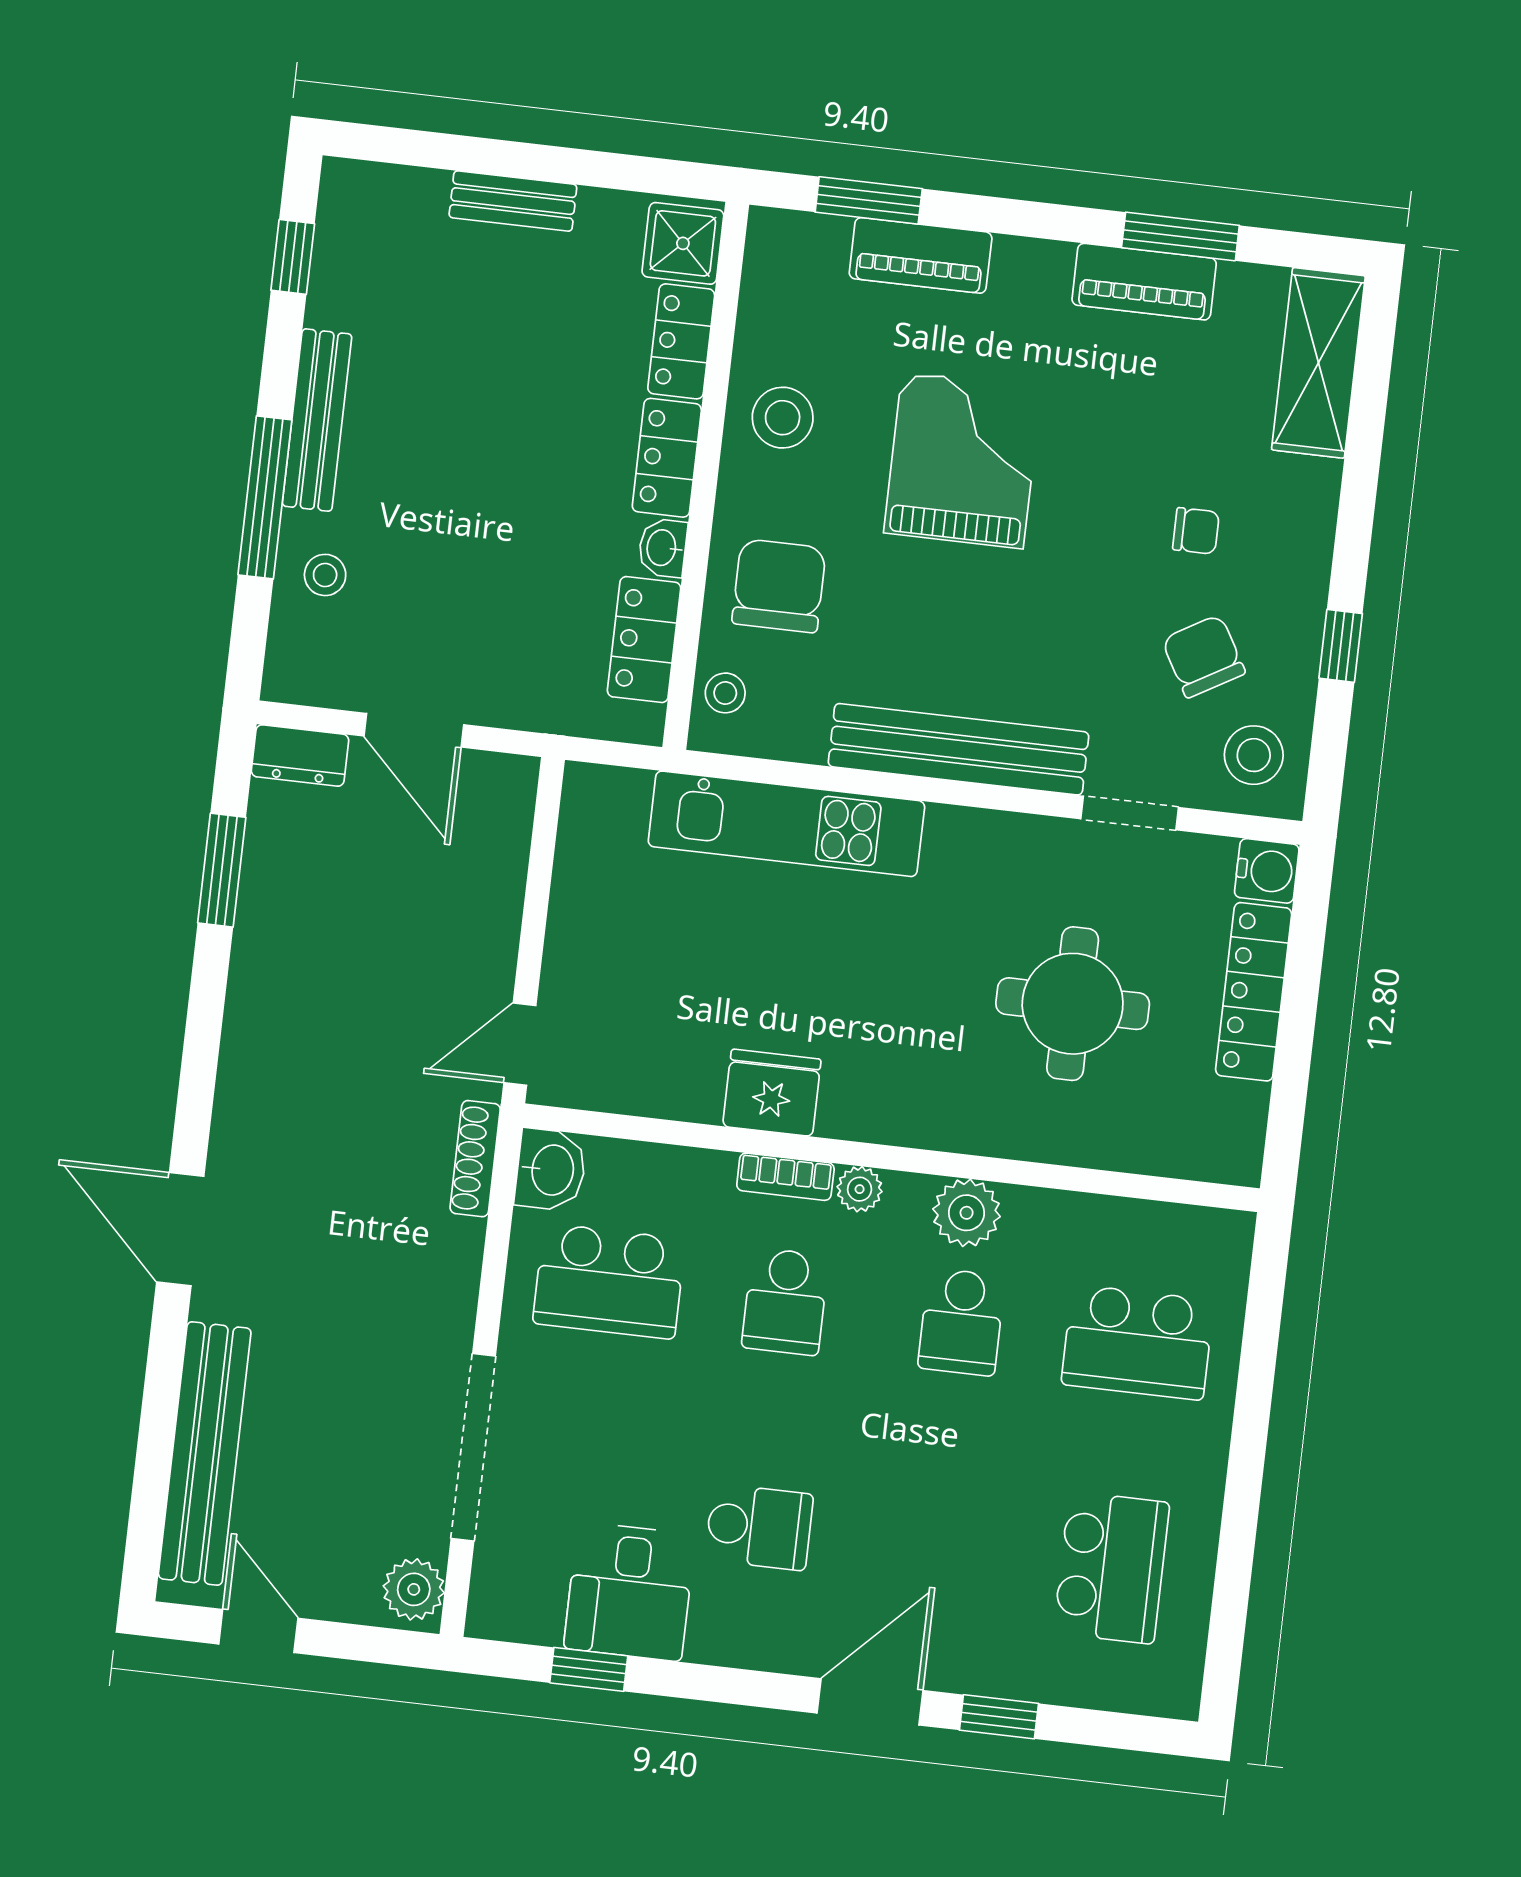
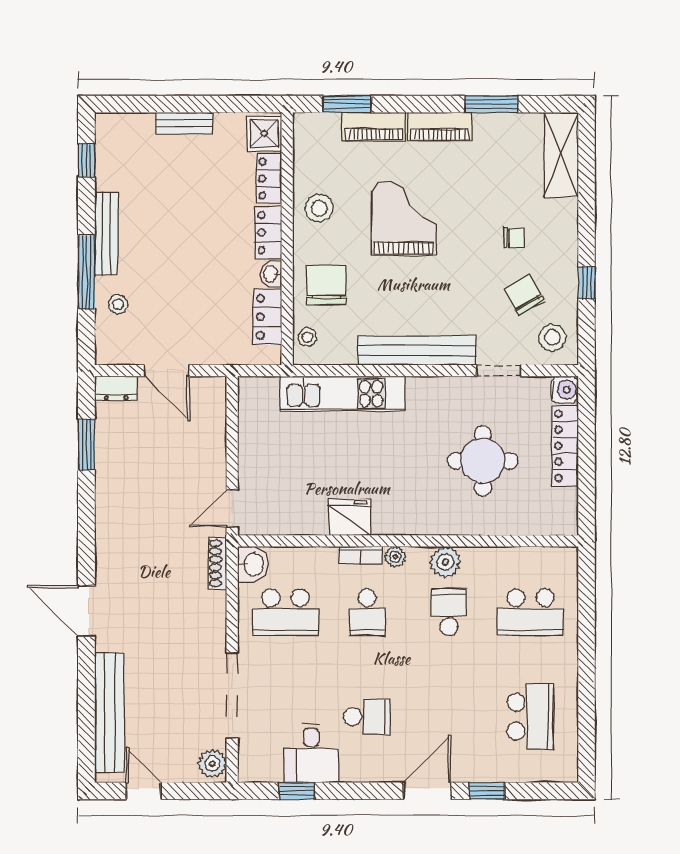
piano: (1144, 282) -> (440, 127), moved
school desk: (961, 1322) -> (449, 612), turned 180

